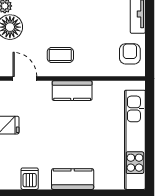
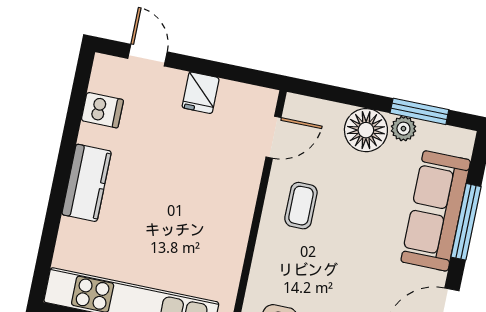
kitchen counter: (72, 91) -> (237, 213), removed

